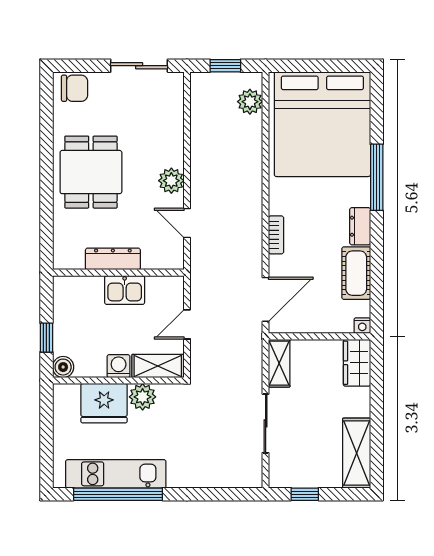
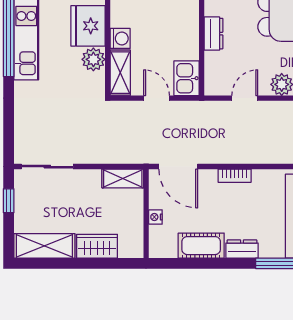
dresser: (113, 259) -> (214, 34), width x0.70
kitchen sink: (125, 290) -> (186, 78), moved
nightstand: (362, 326) -> (155, 217), moved
wardrobe: (357, 363) -> (97, 246), moved
sliding door: (266, 423) -> (47, 167), moved

